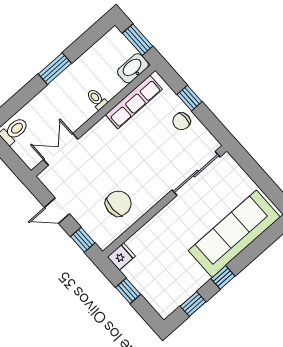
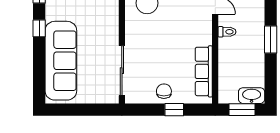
washbasin: (133, 68) -> (252, 96), moved, turned -90
toilet: (97, 99) -> (227, 32), moved

